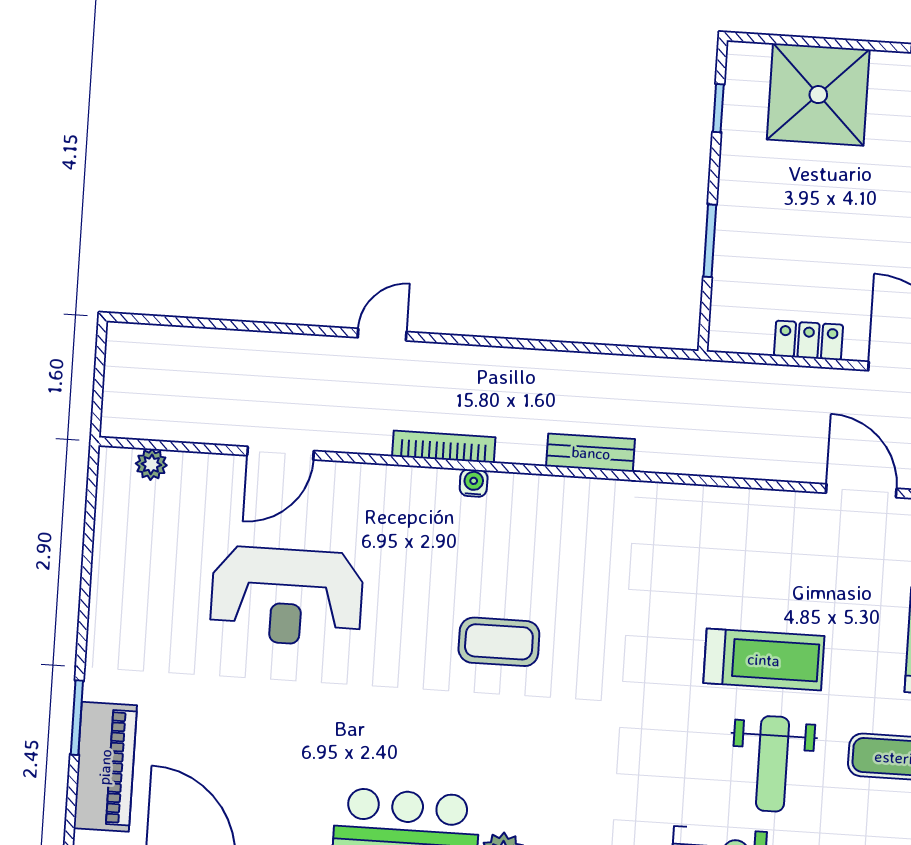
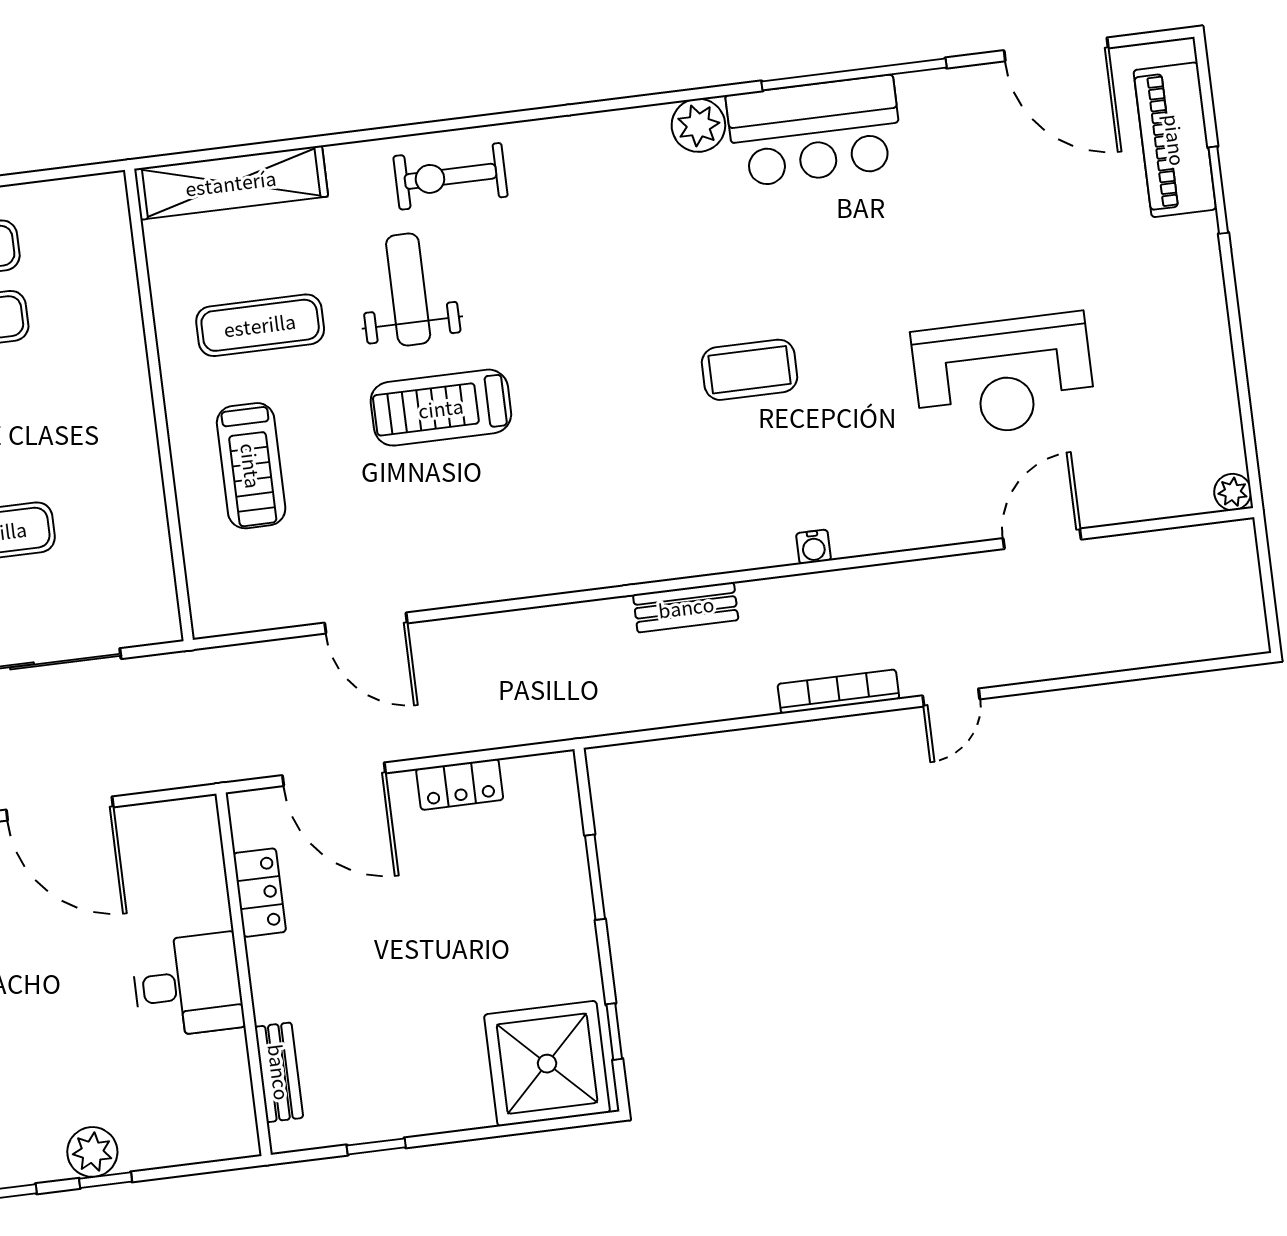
shower: (818, 95) -> (547, 1064), moved
bookcase: (444, 447) -> (838, 692), moved, turned 180
plant: (151, 464) -> (1233, 492), moved
reception desk: (287, 596) -> (1003, 376), turned 180

